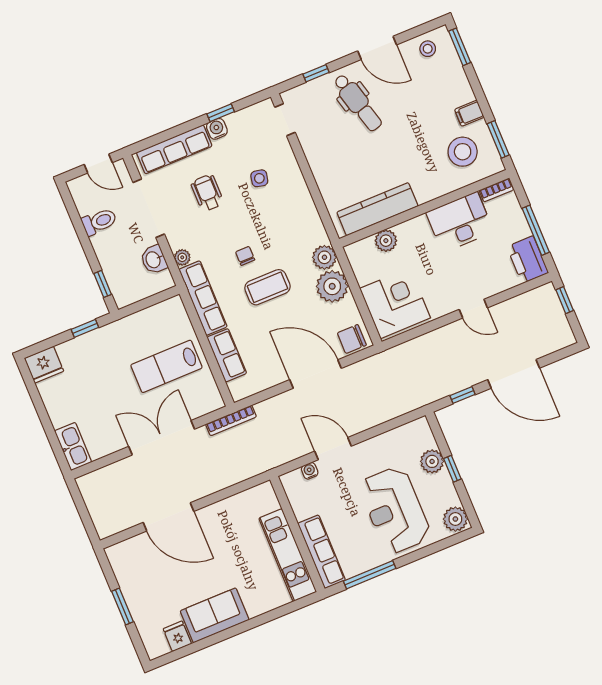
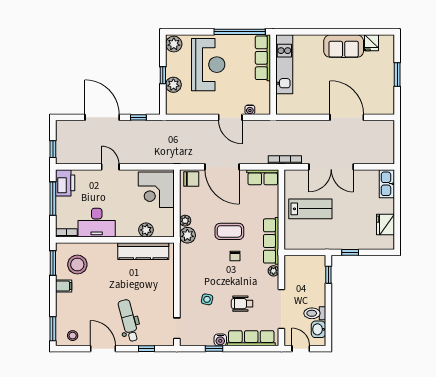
wheelchair: (207, 193) -> (242, 304), turned 90
washbasin: (154, 260) -> (318, 329), moved, turned 180
plant: (332, 286) -> (185, 221), width x0.53, depth x0.53
row of seats: (227, 355) -> (263, 177), moved, turned -90
fridge: (44, 365) -> (385, 225), moved, turned -90
window: (370, 575) -> (240, 32), width x1.46

